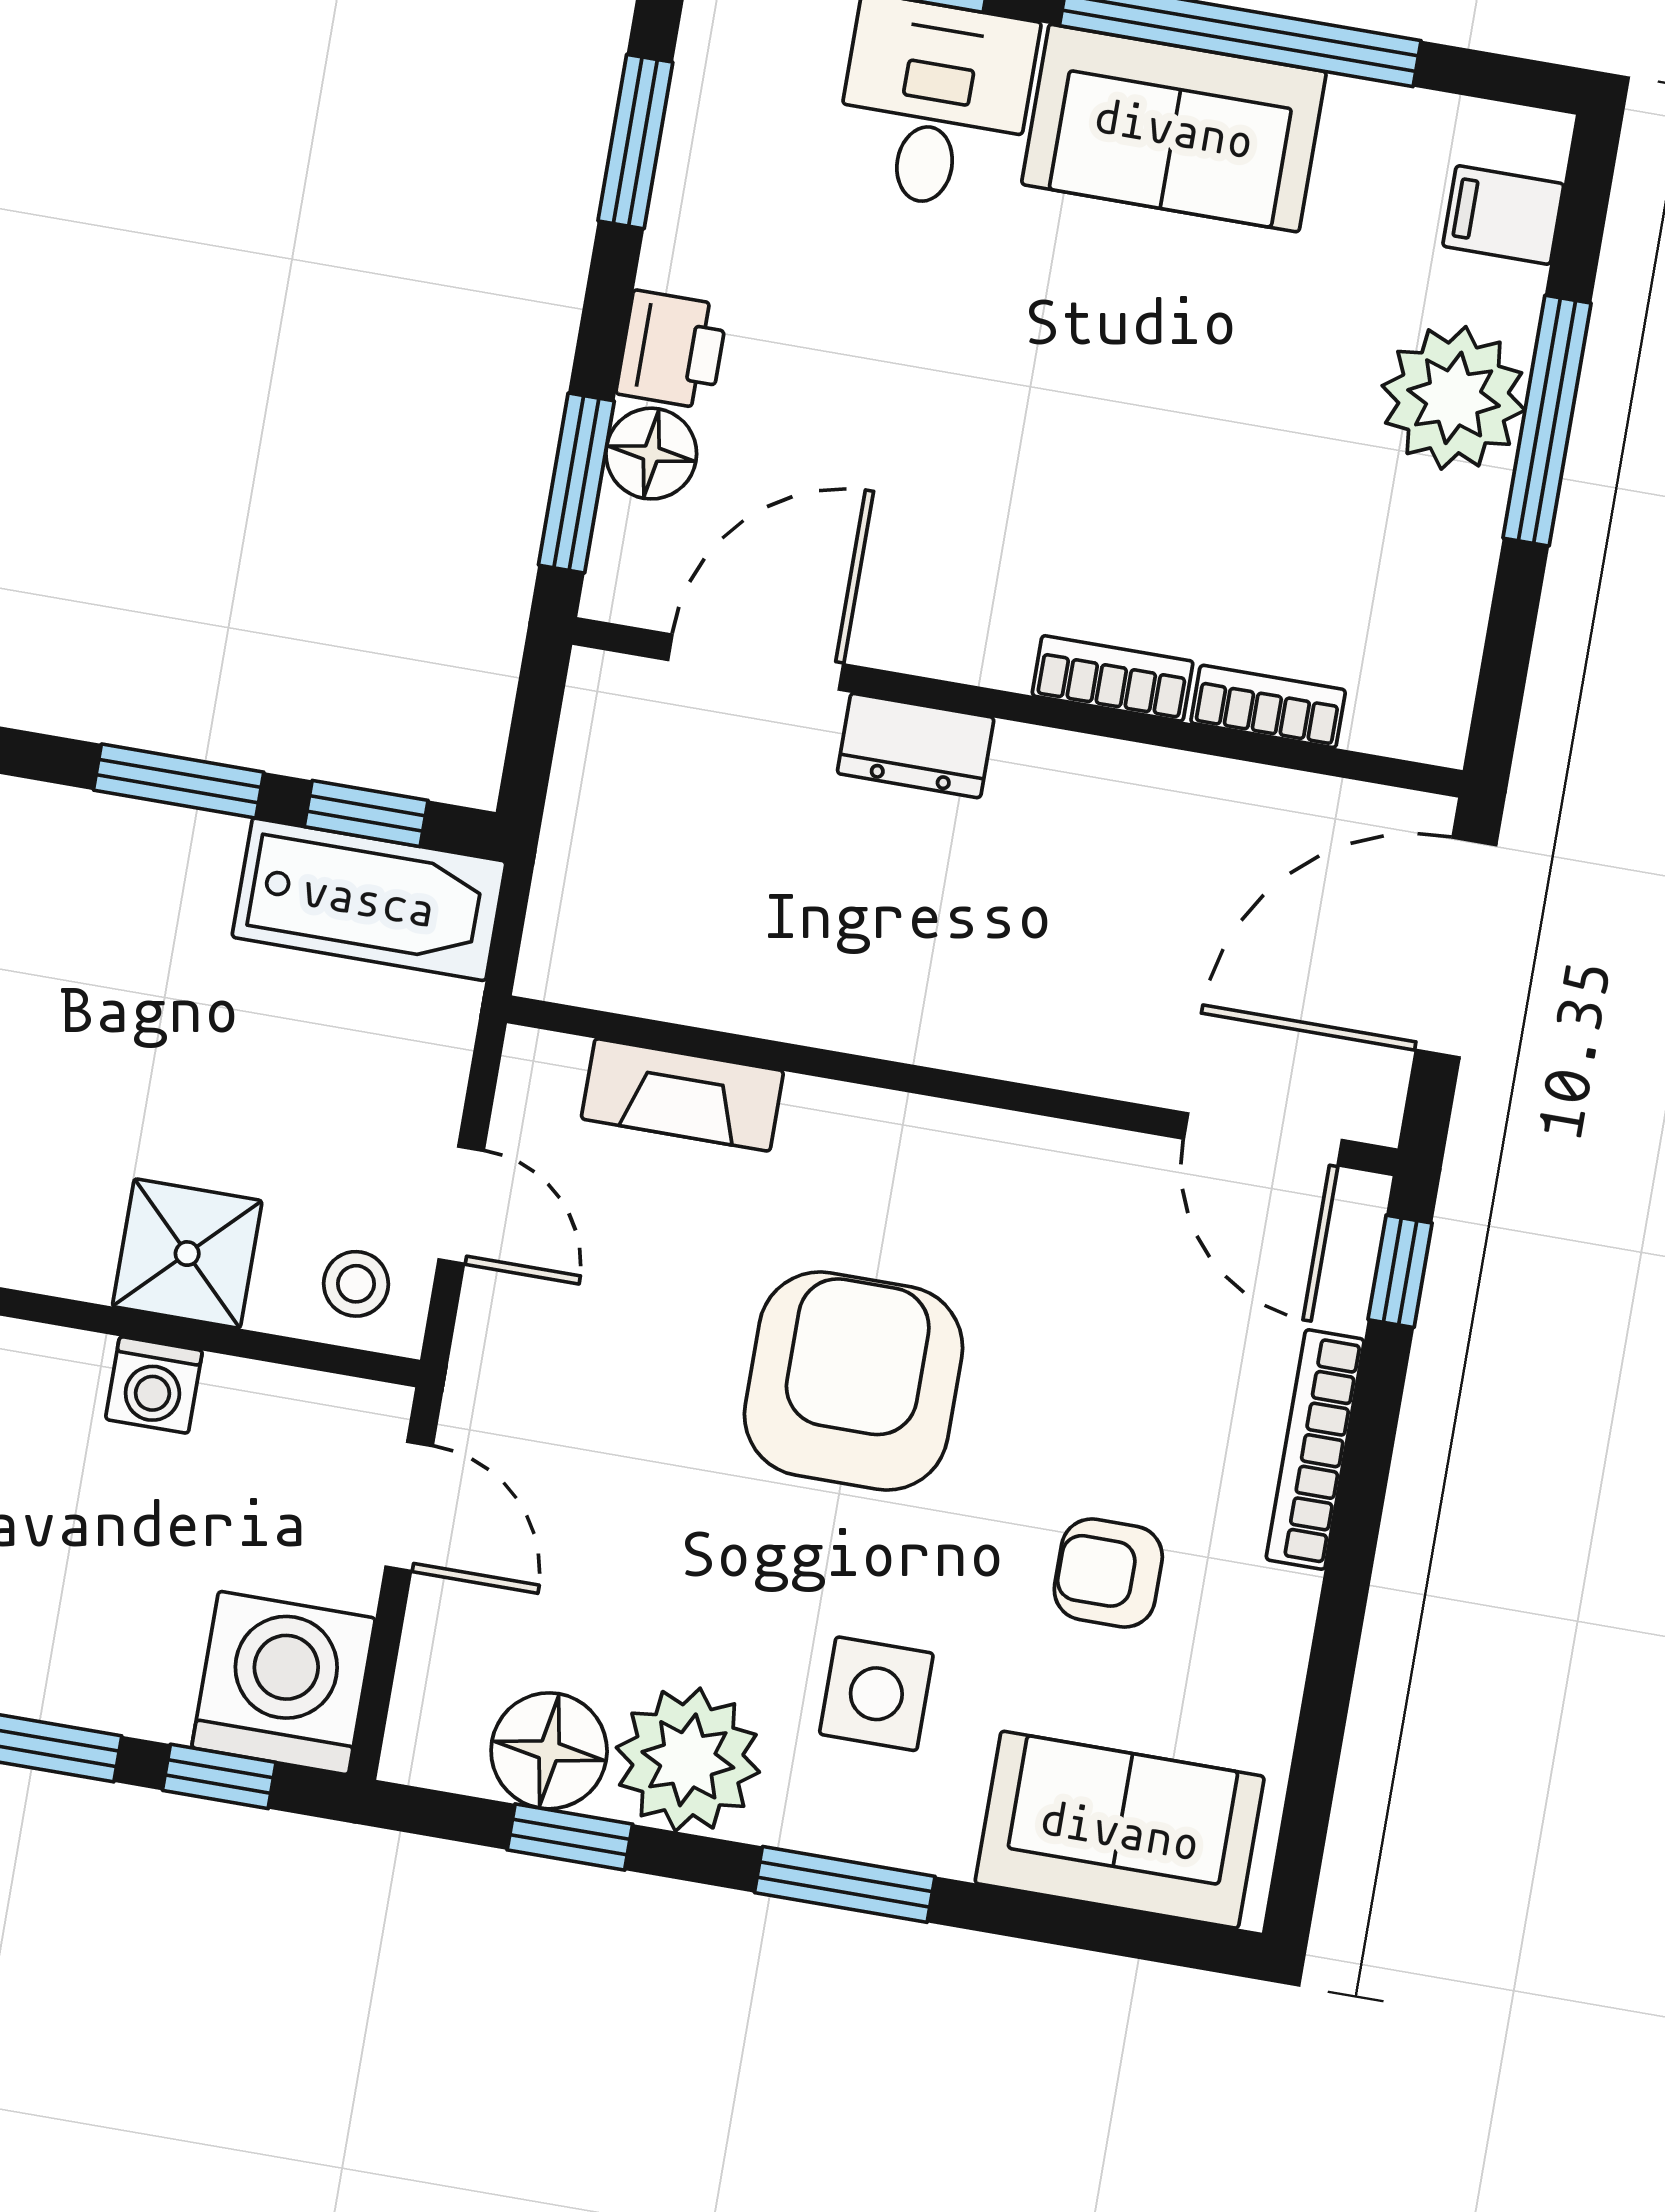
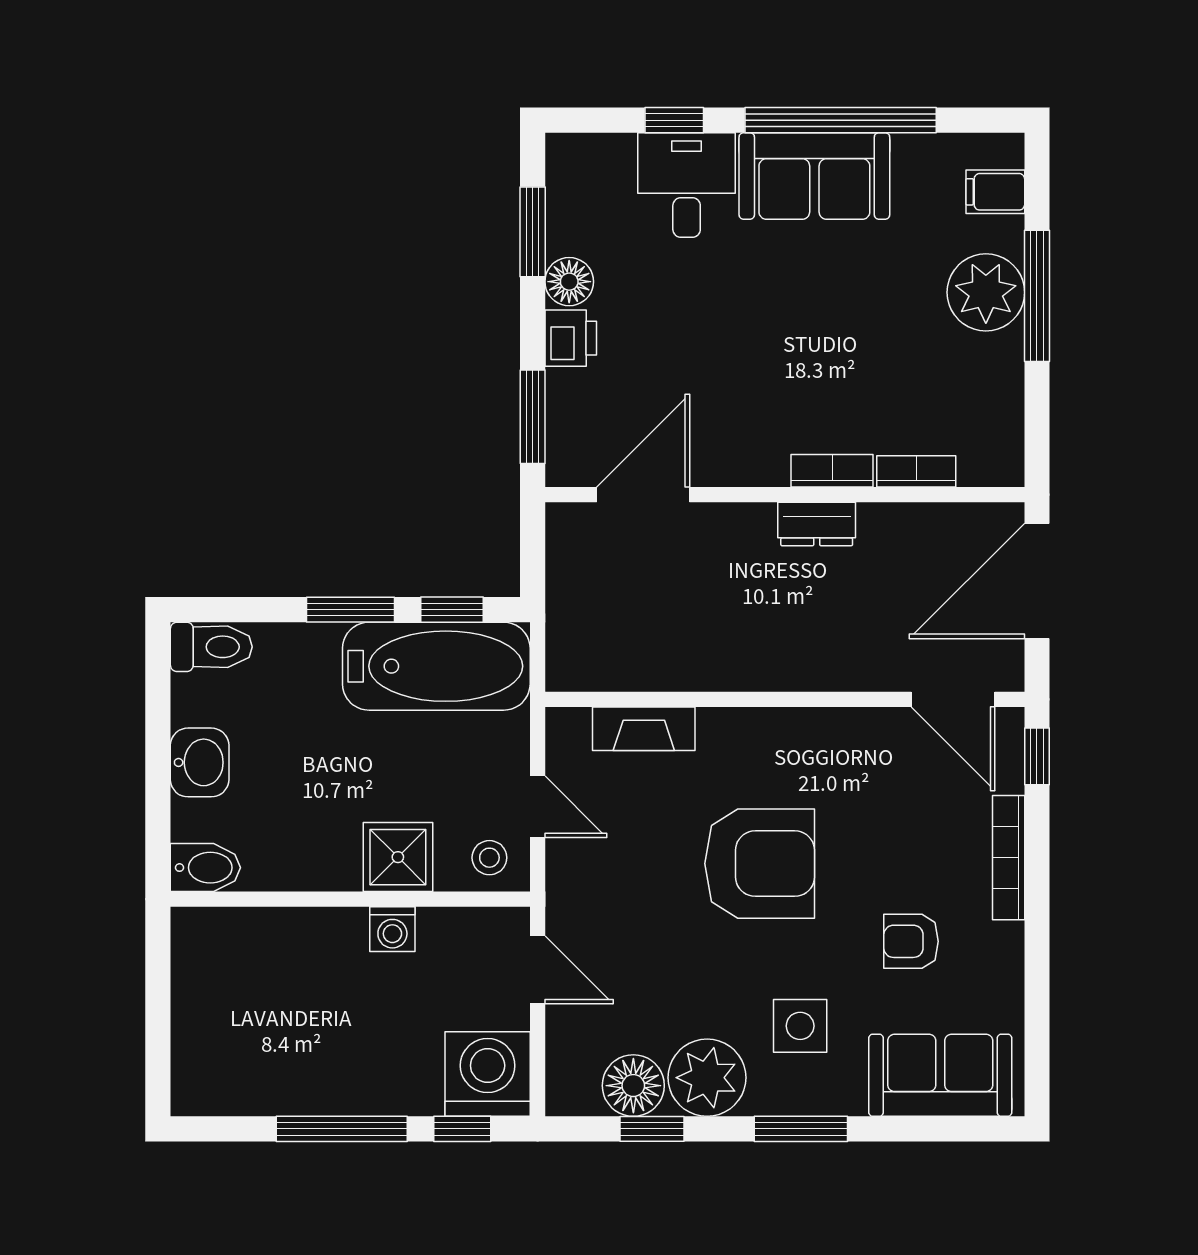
floor lamp: (651, 454) -> (569, 282), moved
dresser: (916, 746) -> (817, 524), moved
bathtub: (369, 899) -> (436, 666), width x1.36, depth x1.36
armchair: (853, 1381) -> (760, 864), turned 90

